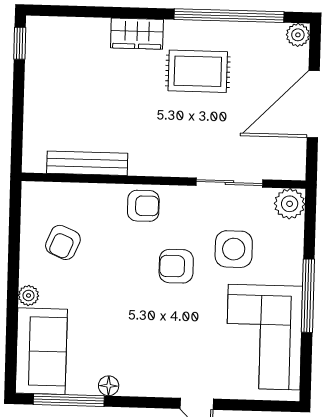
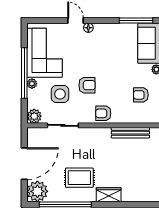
plant: (298, 35) -> (37, 191), width x1.87, depth x1.87
armchair: (63, 242) -> (141, 95), turned -113
plant: (292, 273) -> (32, 84), added
window: (308, 296) -> (24, 73), width x1.46
floor lamp: (109, 386) -> (88, 28), moved

